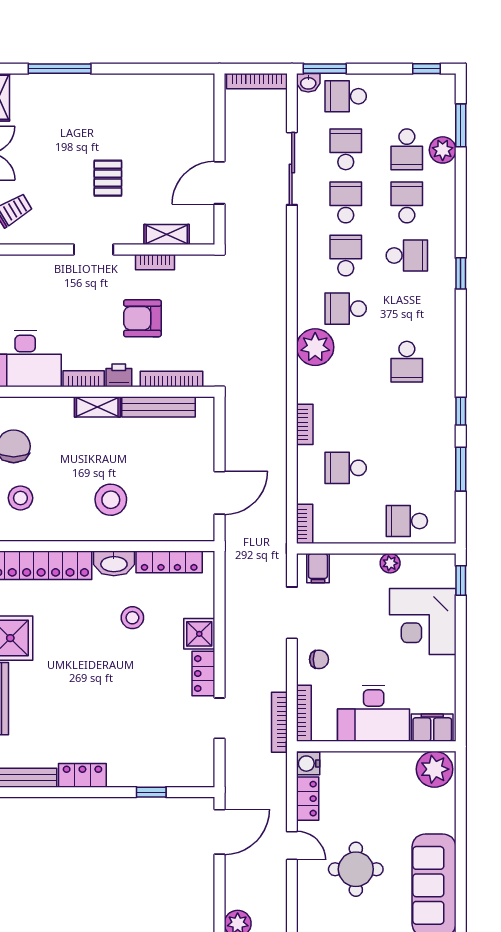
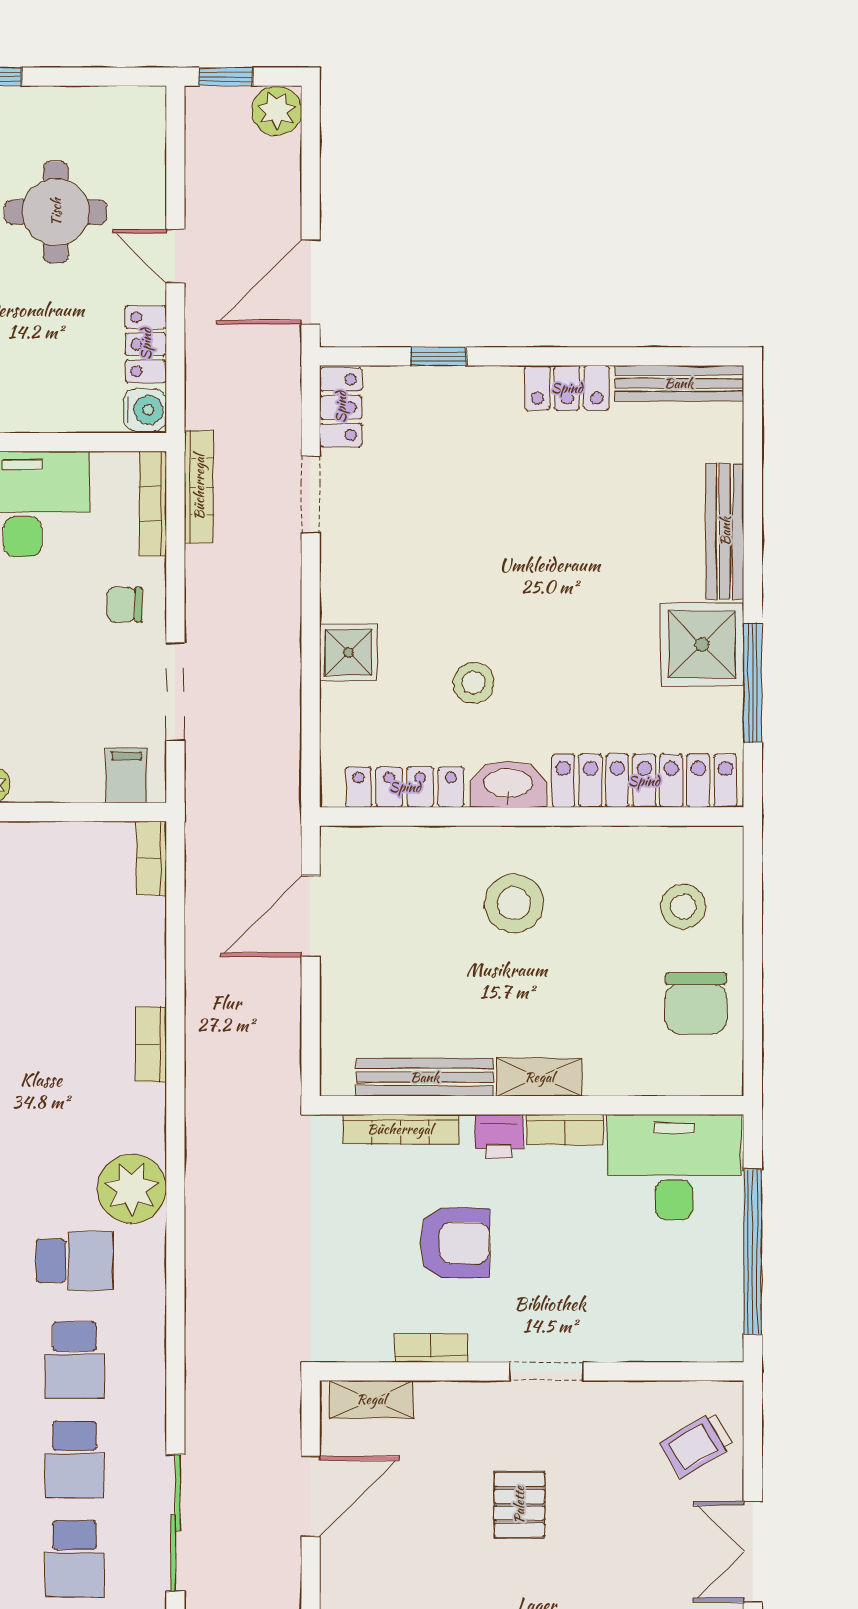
shelving: (167, 235) -> (371, 1399), moved
school desk: (346, 468) -> (75, 963), removed
locker: (203, 674) -> (341, 407), moved

